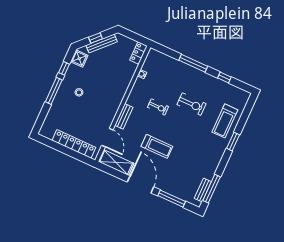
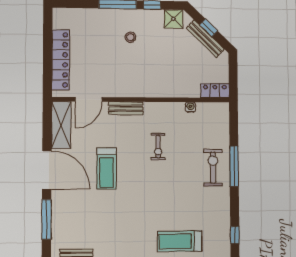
window: (224, 77) -> (235, 235), moved
exercise bike: (192, 104) -> (213, 168), moved, turned 180
door: (141, 184) -> (47, 170), hinge flipped

